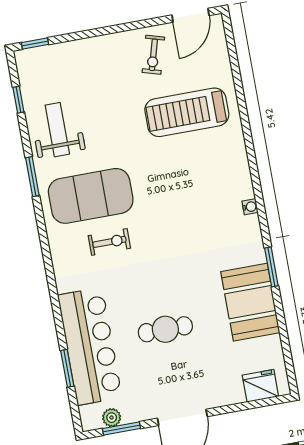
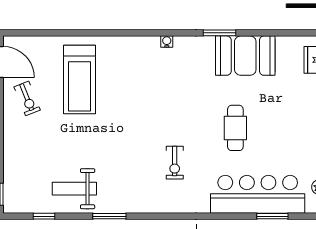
exercise bike: (153, 55) -> (27, 98), turned 52
exercise mat: (91, 196) -> (134, 171), removed
exercise bike: (109, 242) -> (175, 163), turned 180
cafe table: (165, 329) -> (235, 128), moved

